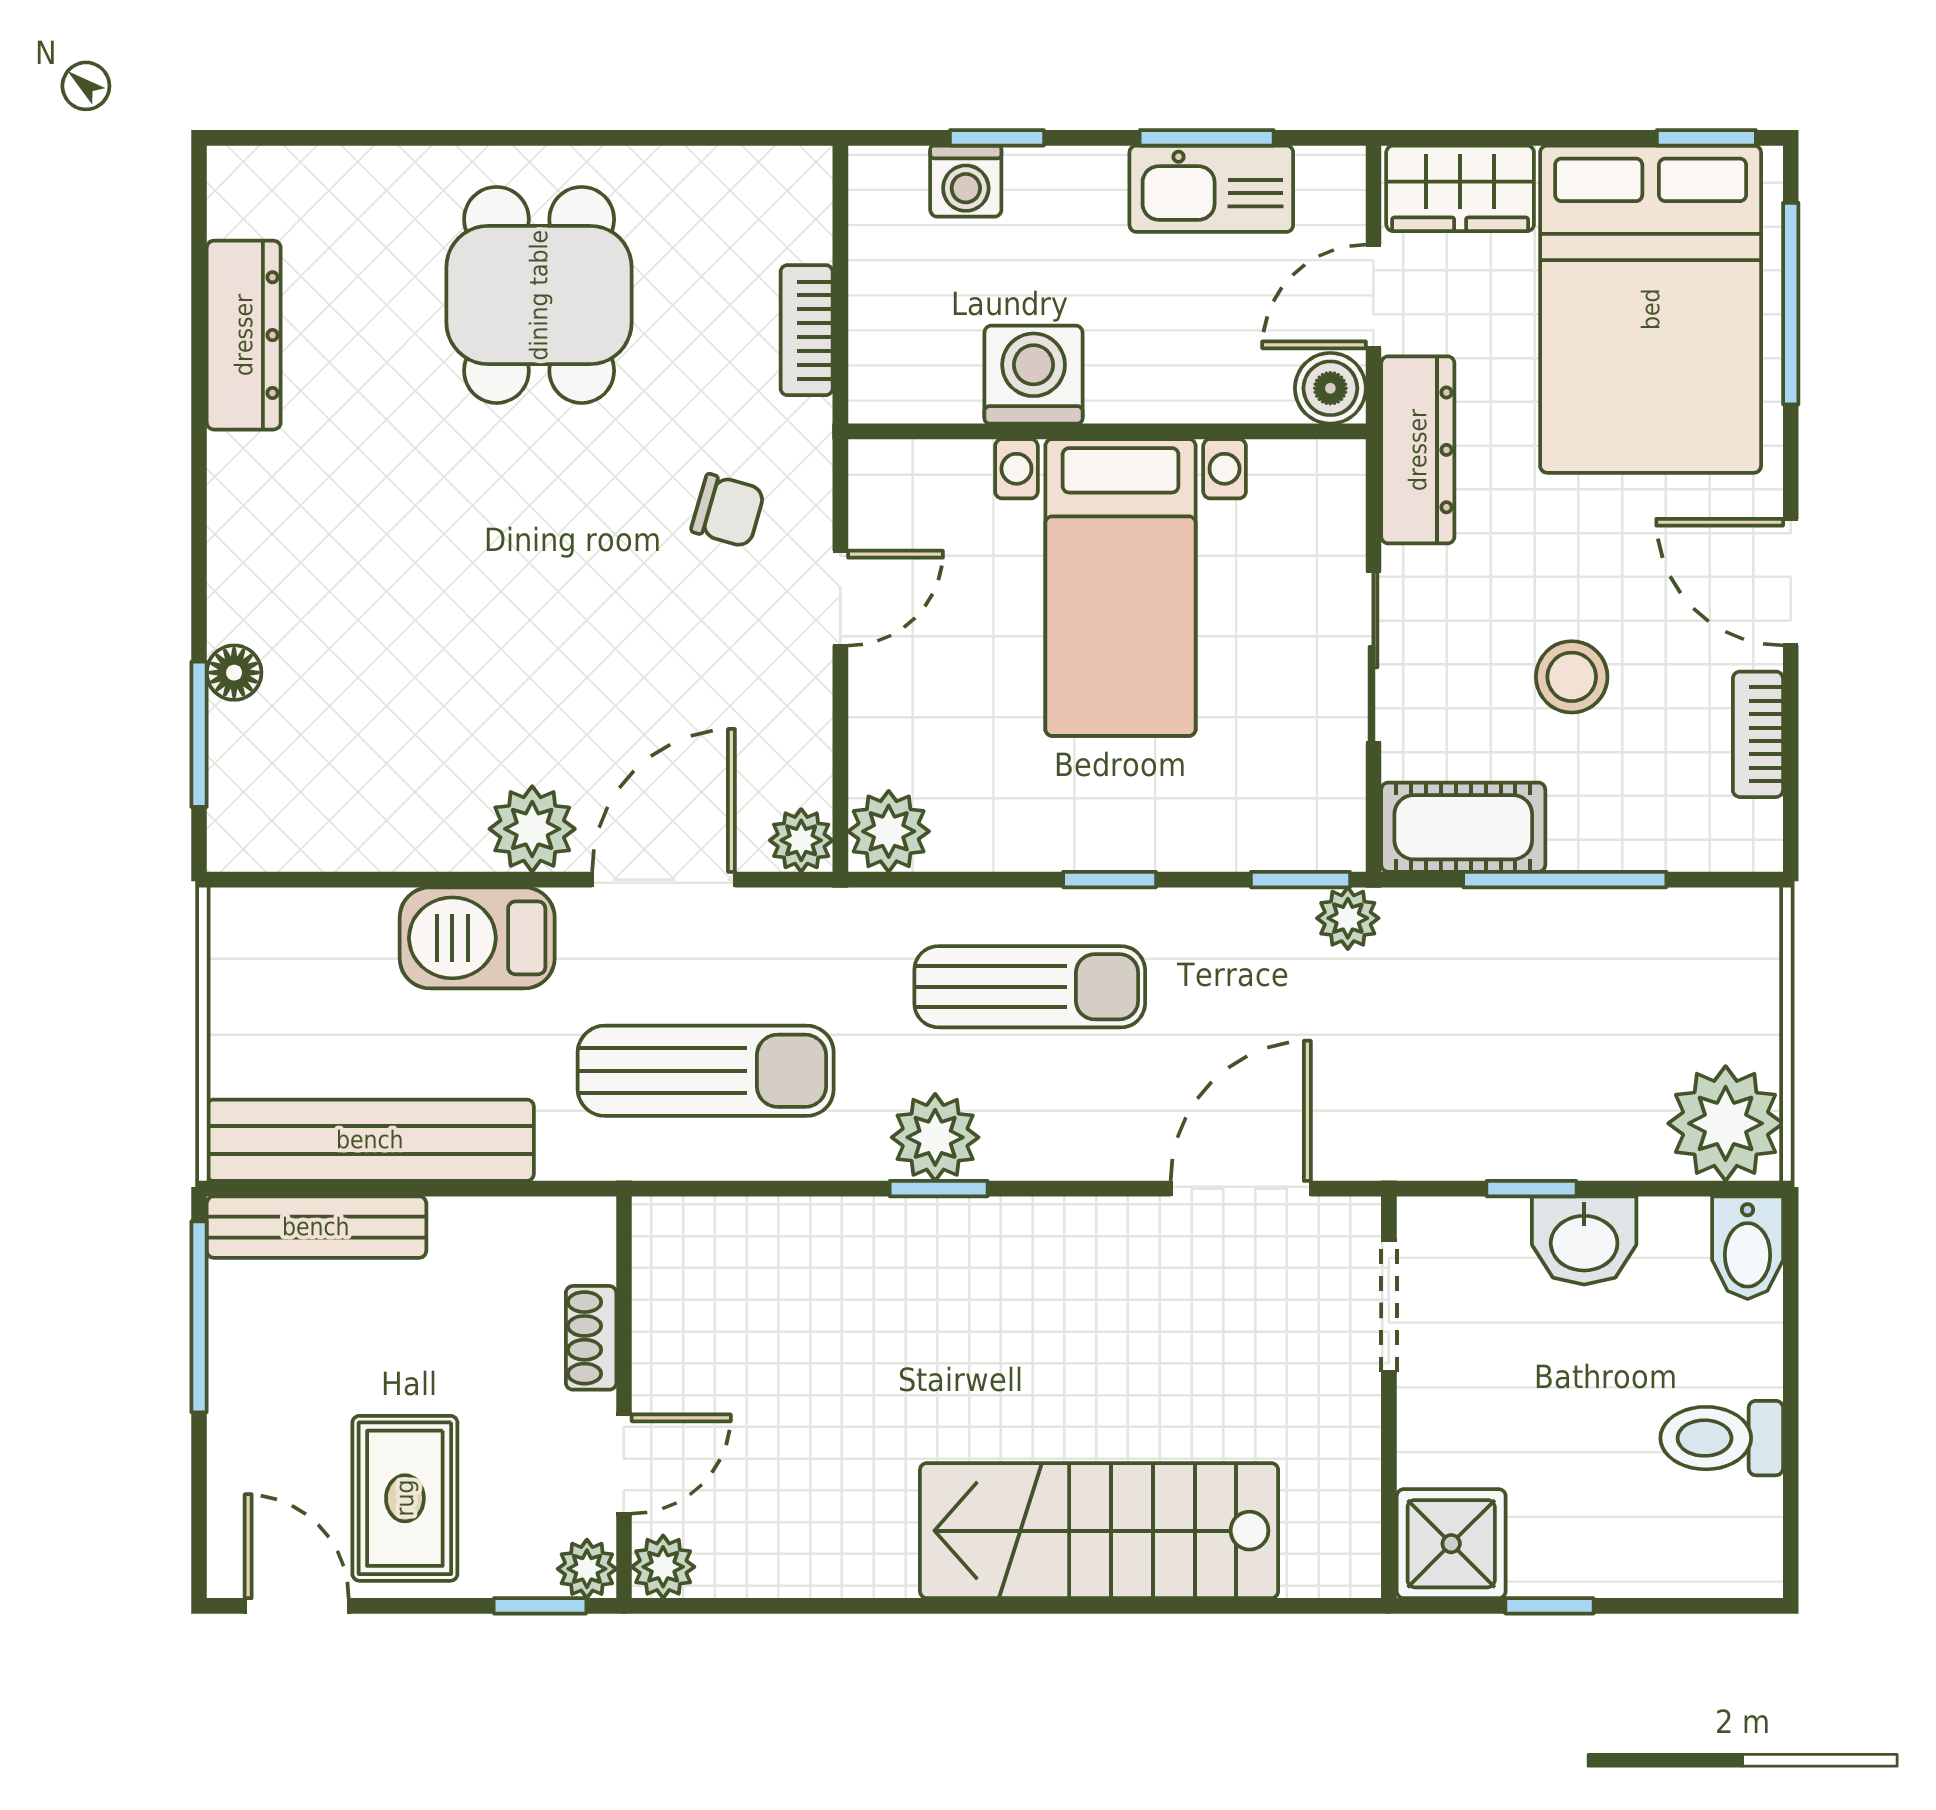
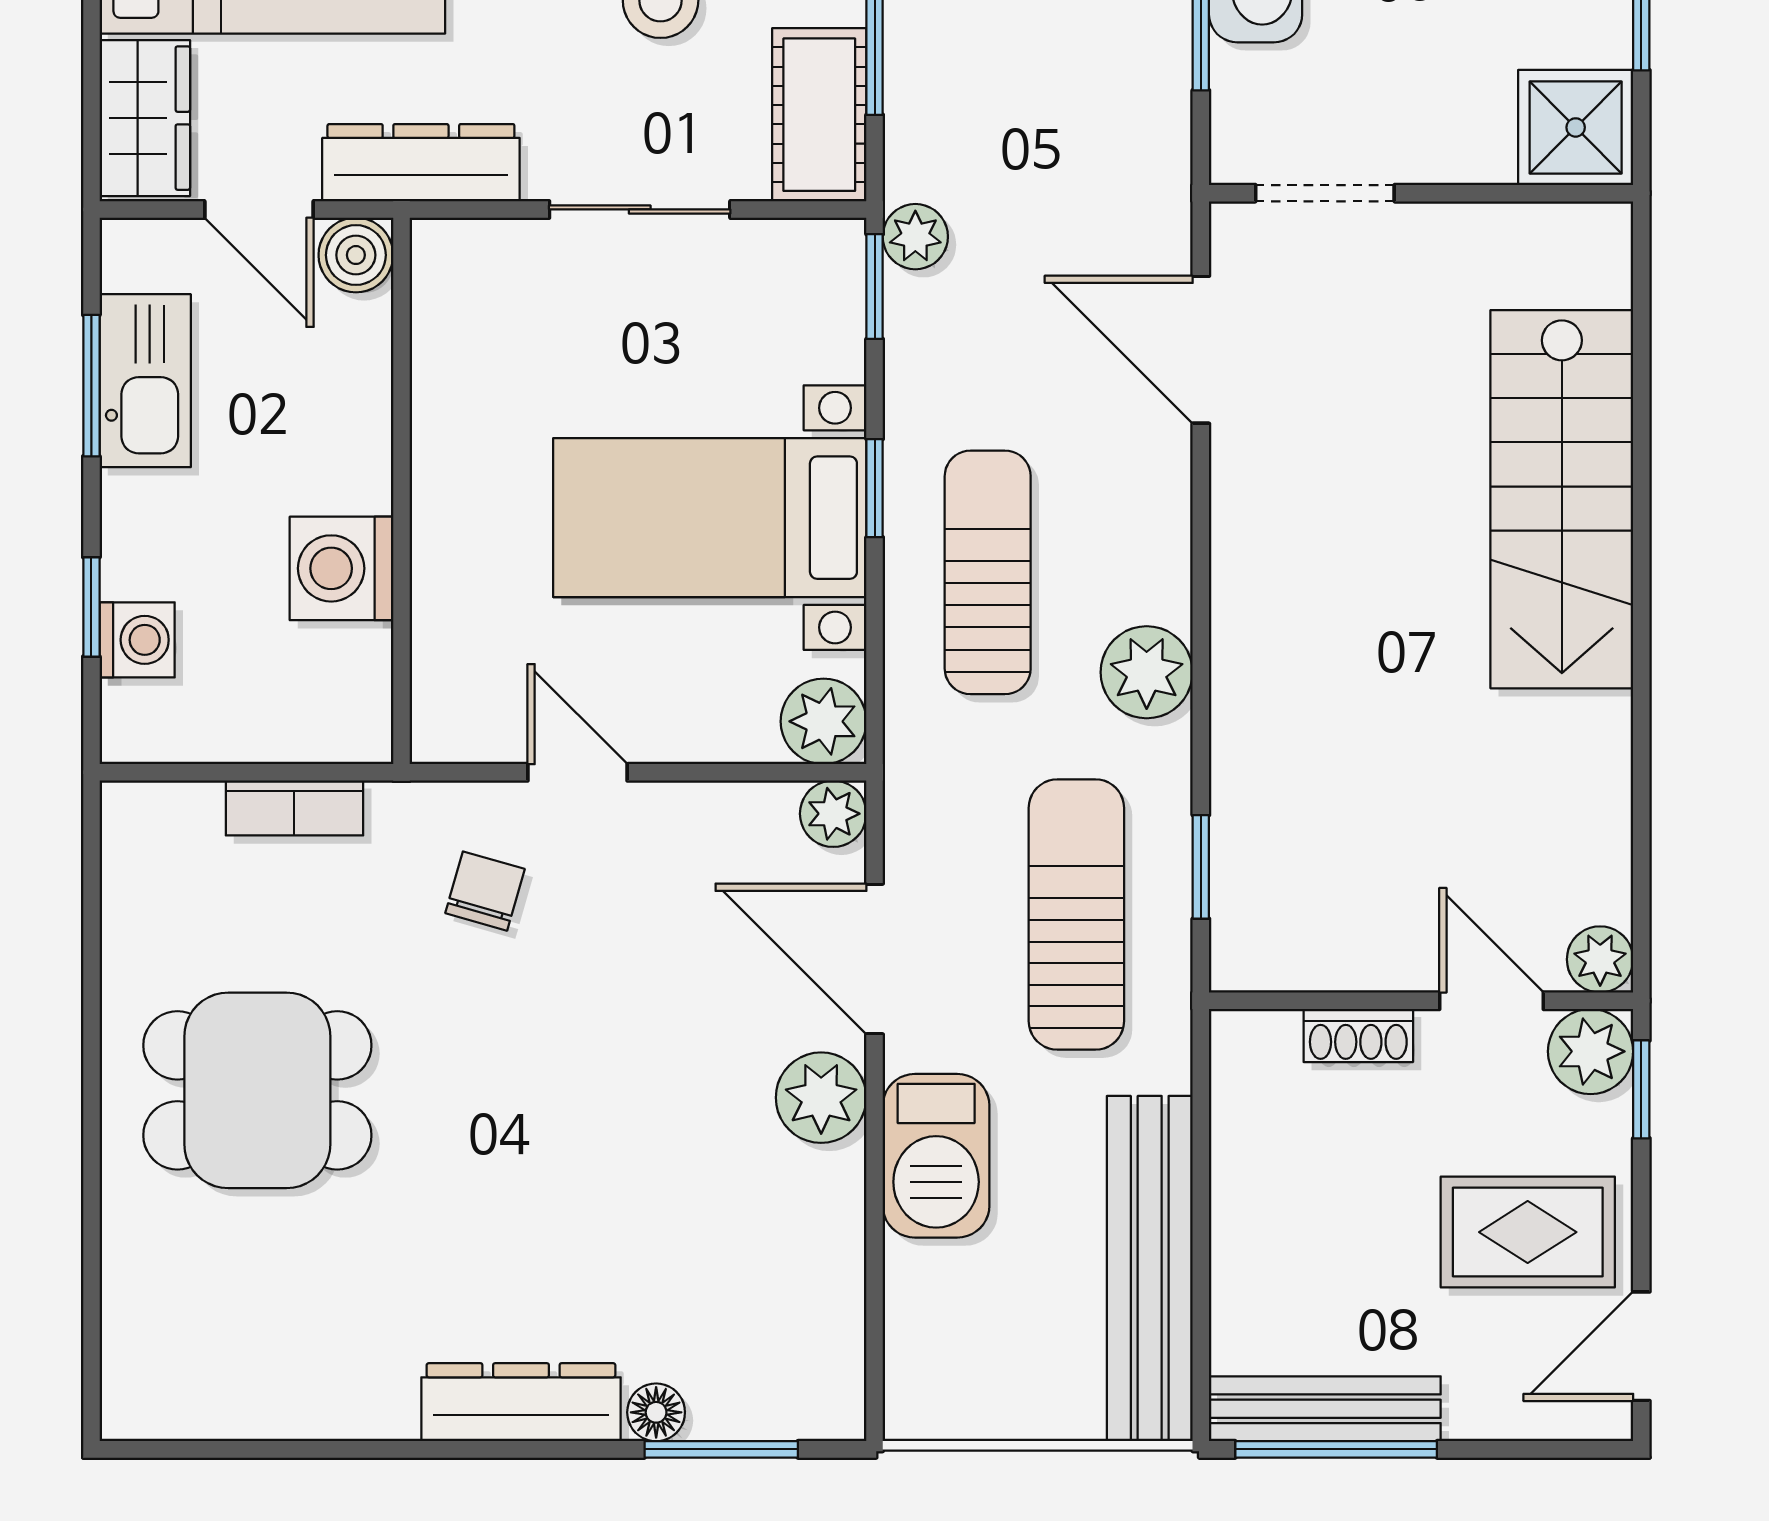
dresser: (244, 335) -> (521, 1402), moved
bed with nightstands: (1121, 587) -> (710, 518), moved, turned 180
window: (939, 1189) -> (1201, 867), moved
bench: (316, 1227) -> (1325, 1409), moved, turned 90
plant: (587, 1569) -> (1591, 1051), width x1.38, depth x1.38

